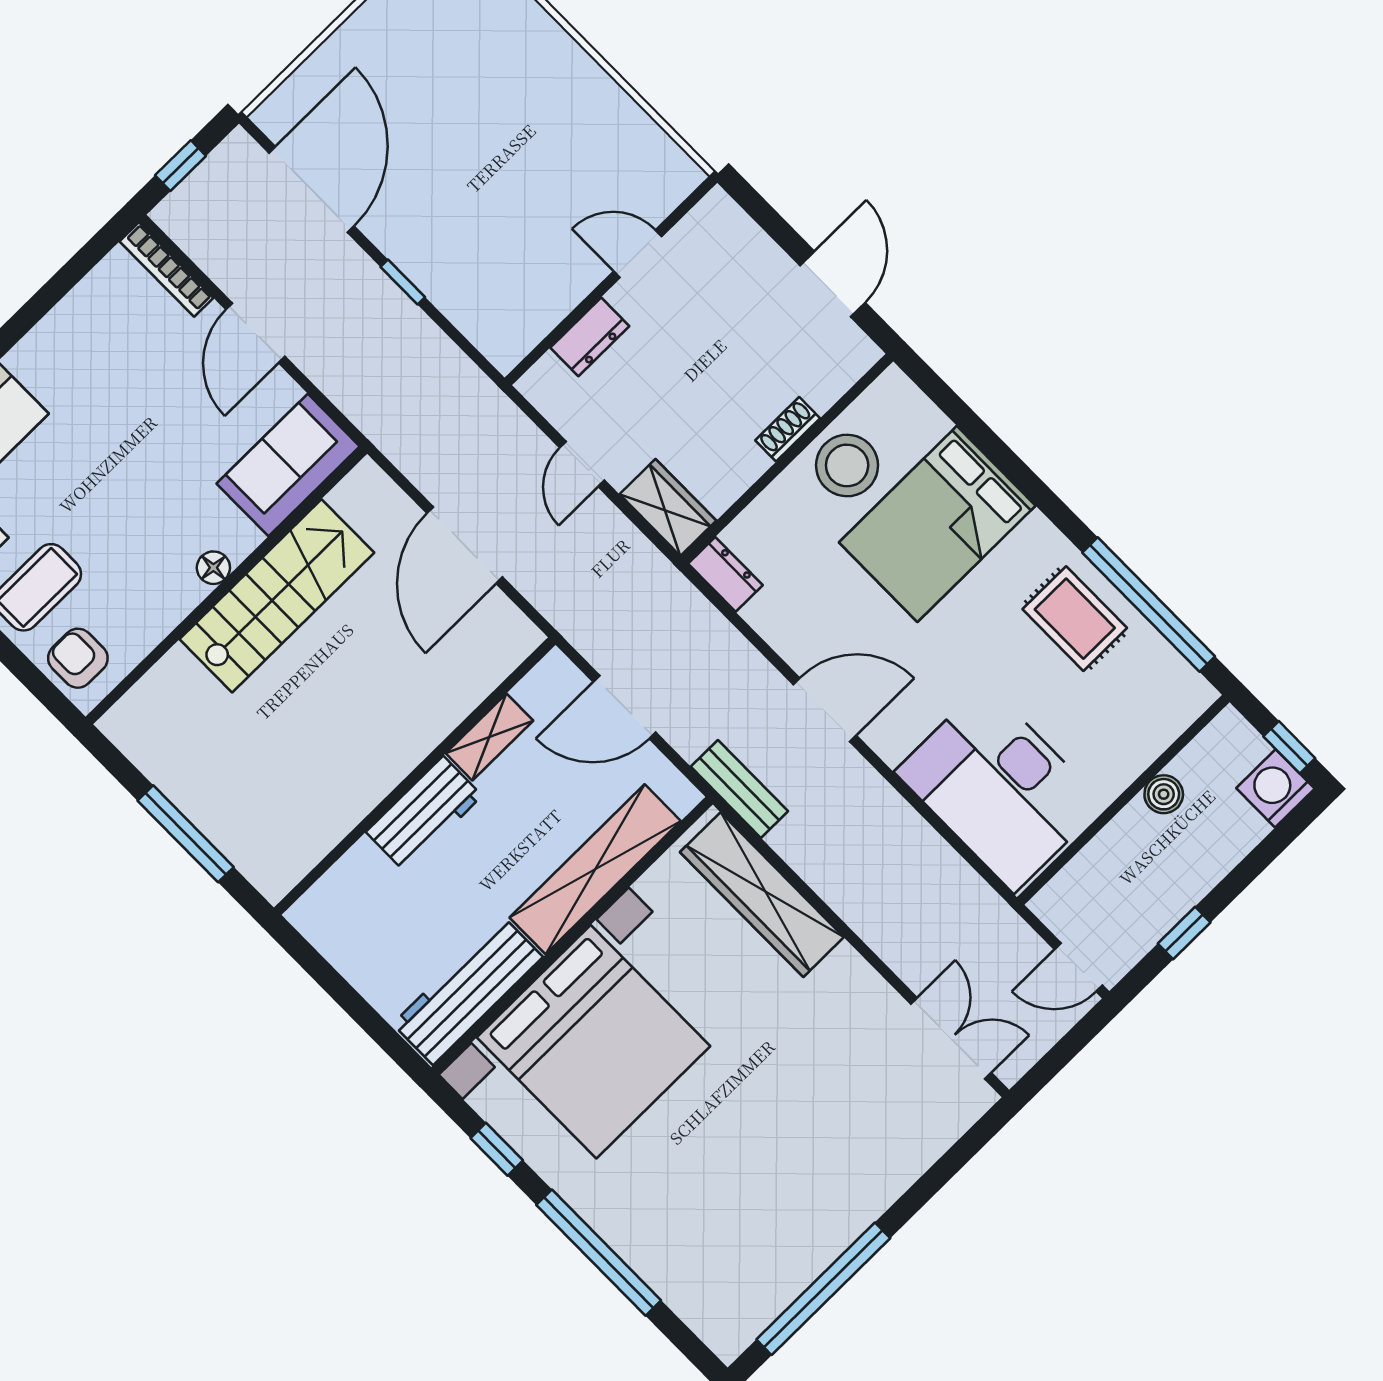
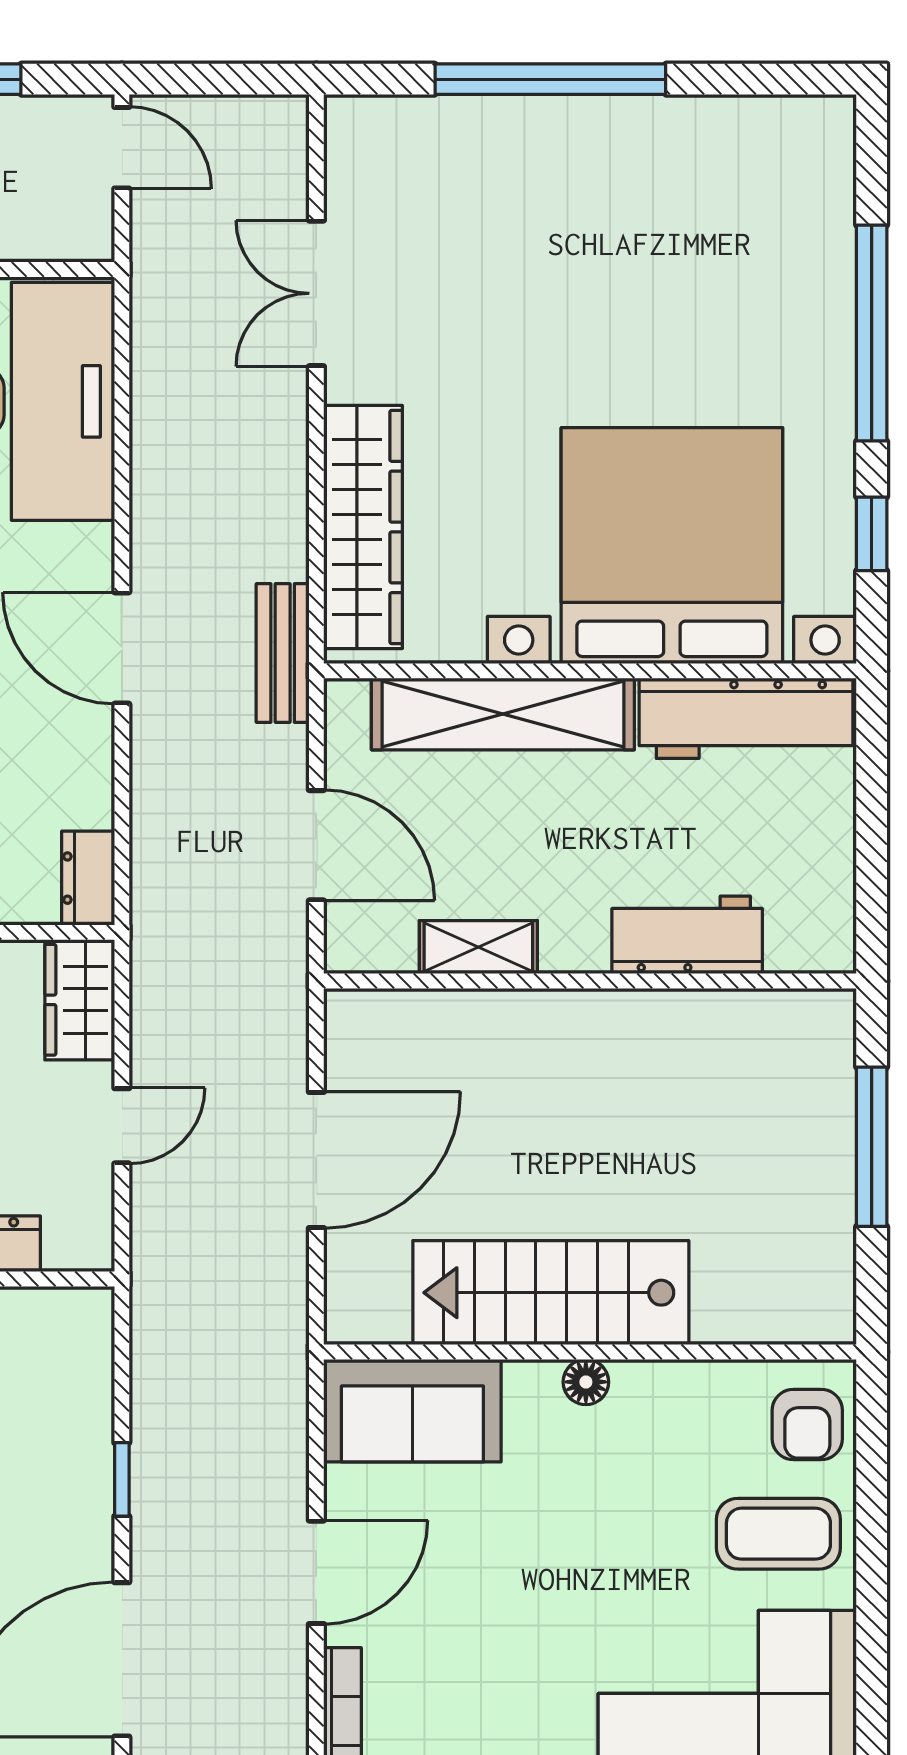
workbench: (424, 814) -> (687, 935), moved
double door: (951, 1038) -> (316, 293), moved
window: (823, 1289) -> (550, 79), moved

